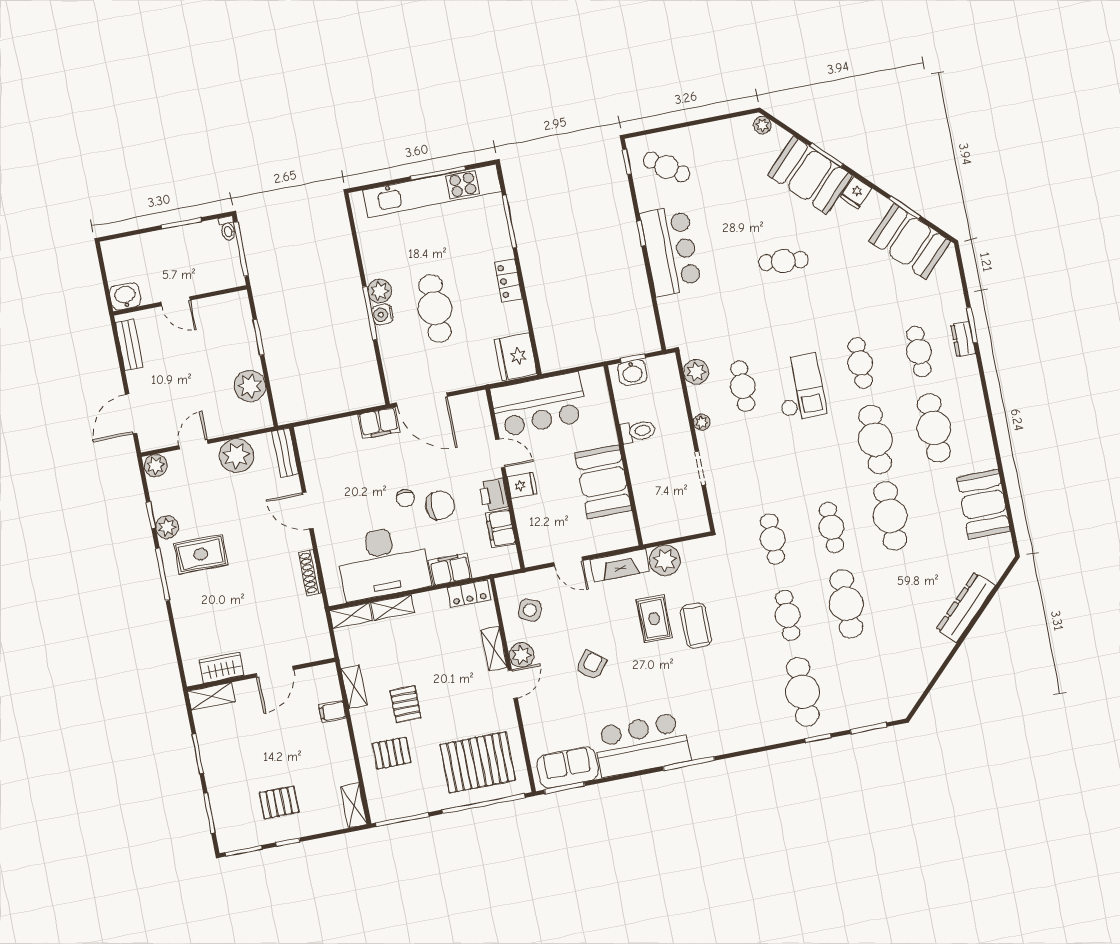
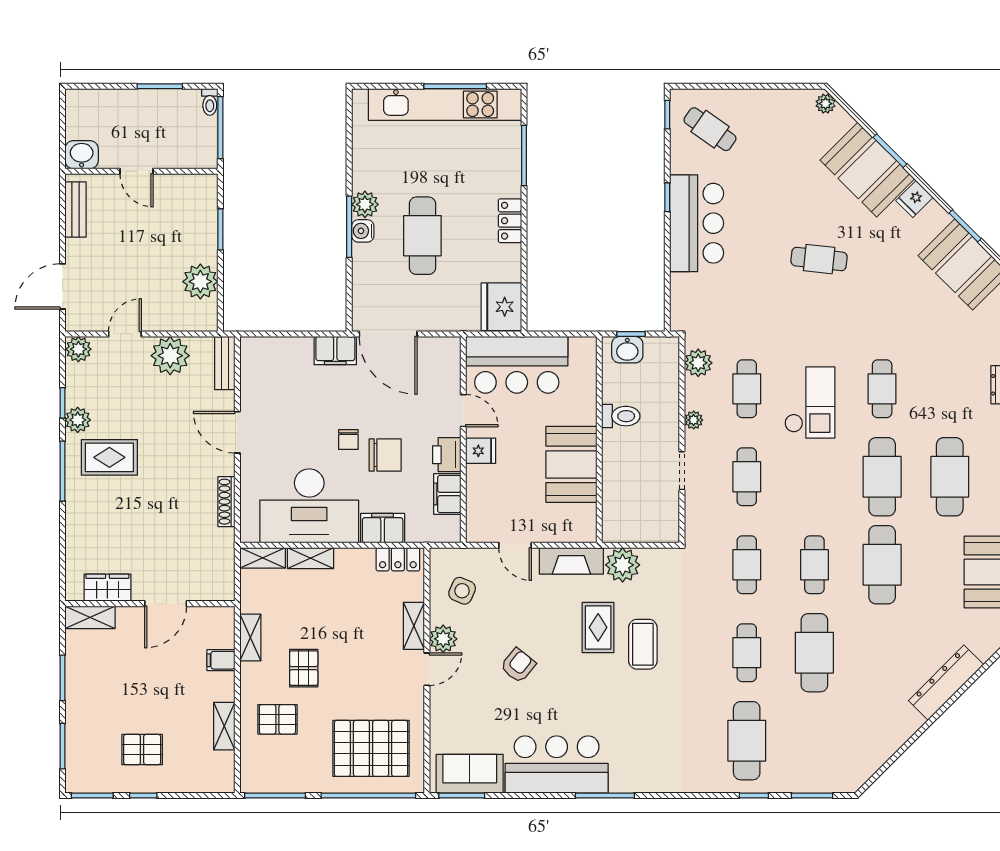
cafe table: (919, 352) -> (747, 477), moved
shelving: (354, 806) -> (224, 726), moved

